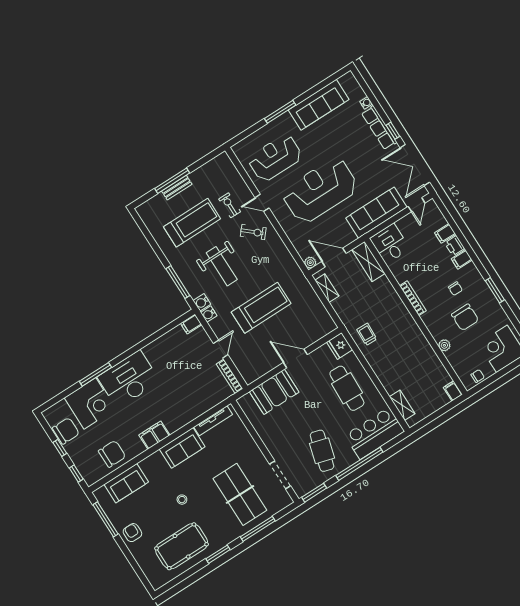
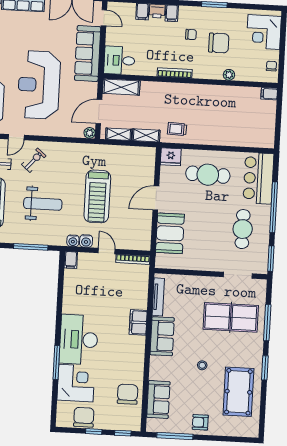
water cooler: (202, 302) -> (86, 241), moved
treadmill: (261, 308) -> (97, 196), turned 180
shelving: (402, 405) -> (146, 135), moved
filing cabinet: (154, 435) -> (138, 322), moved
cafe table: (322, 451) -> (243, 229), turned 74

